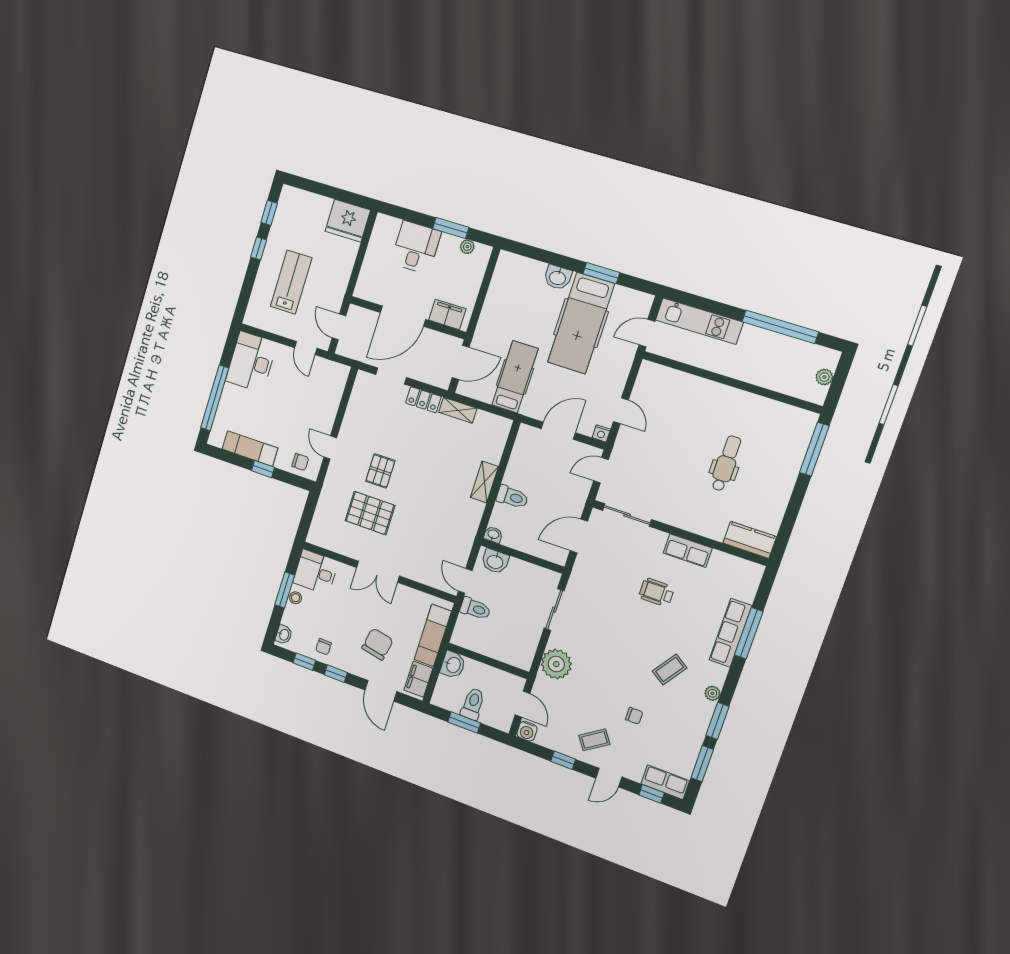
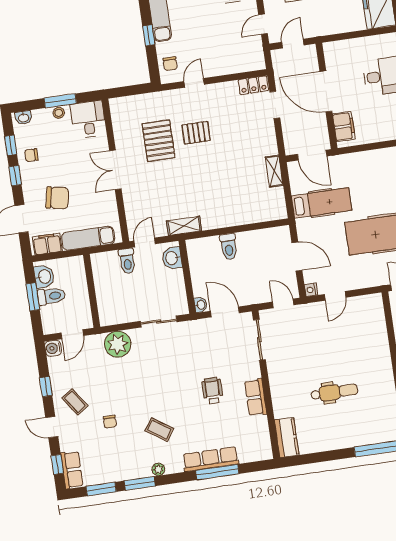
locker: (423, 400) -> (253, 85), moved, turned -90
shelving: (484, 482) -> (184, 226), moved
washbasin: (493, 535) -> (201, 305), moved
washbasin: (453, 665) -> (44, 277), moved, turned -90

